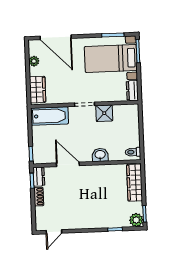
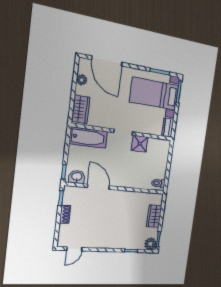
washbasin: (100, 155) -> (77, 177), moved
dresser: (39, 177) -> (68, 195), removed
wardrobe: (135, 183) -> (154, 216), width x0.67

